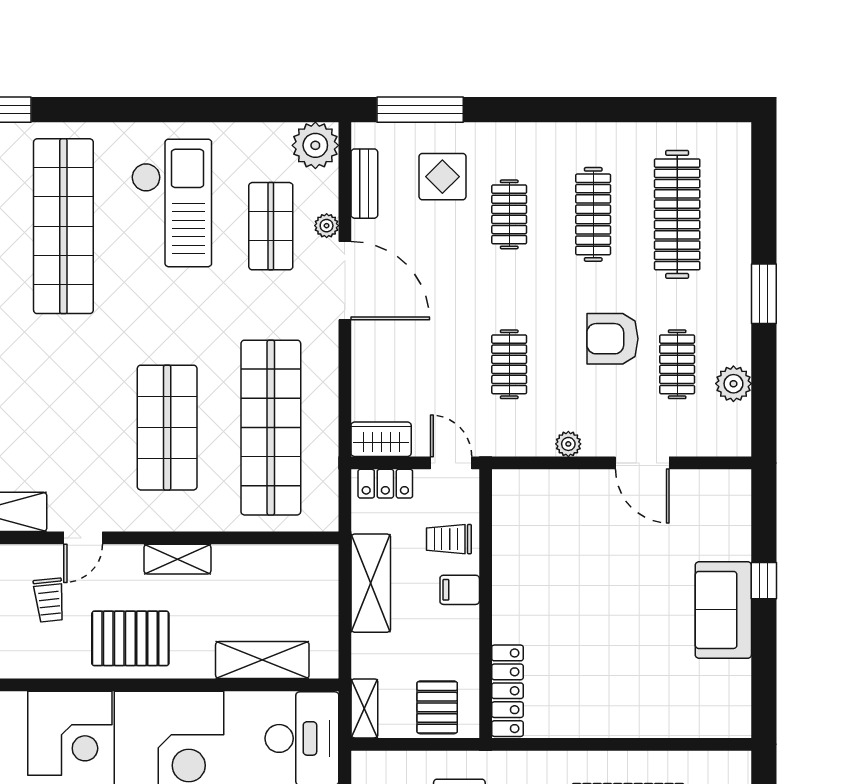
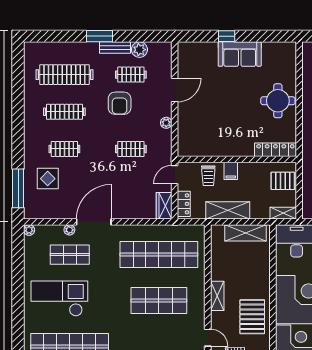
plant: (315, 145) -> (29, 230), width x0.53, depth x0.53
bench: (364, 184) -> (115, 48), moved
shelving: (262, 660) -> (245, 233), moved, turned 90
round table: (618, 696) -> (278, 101), added

